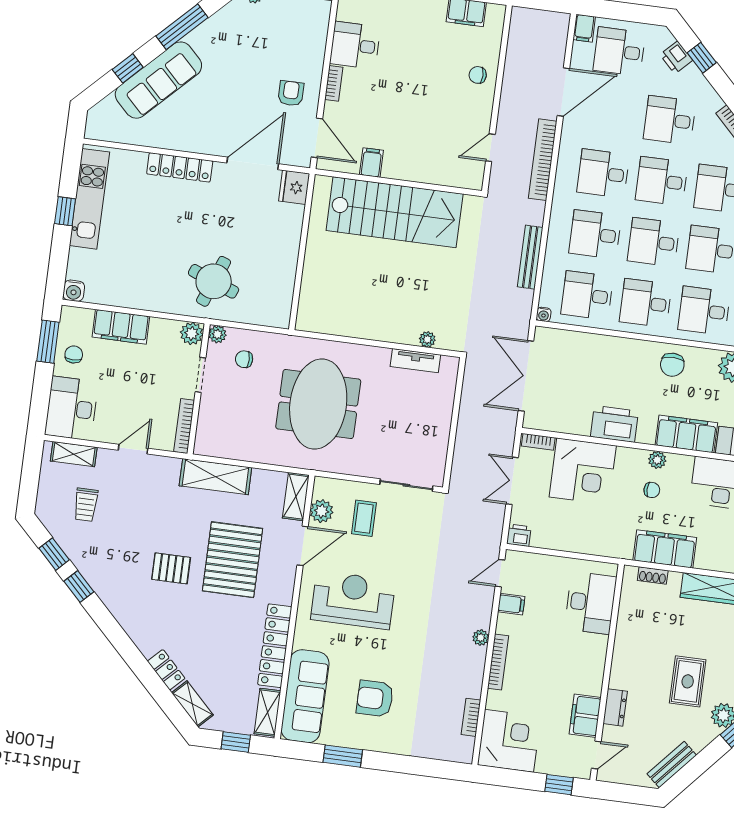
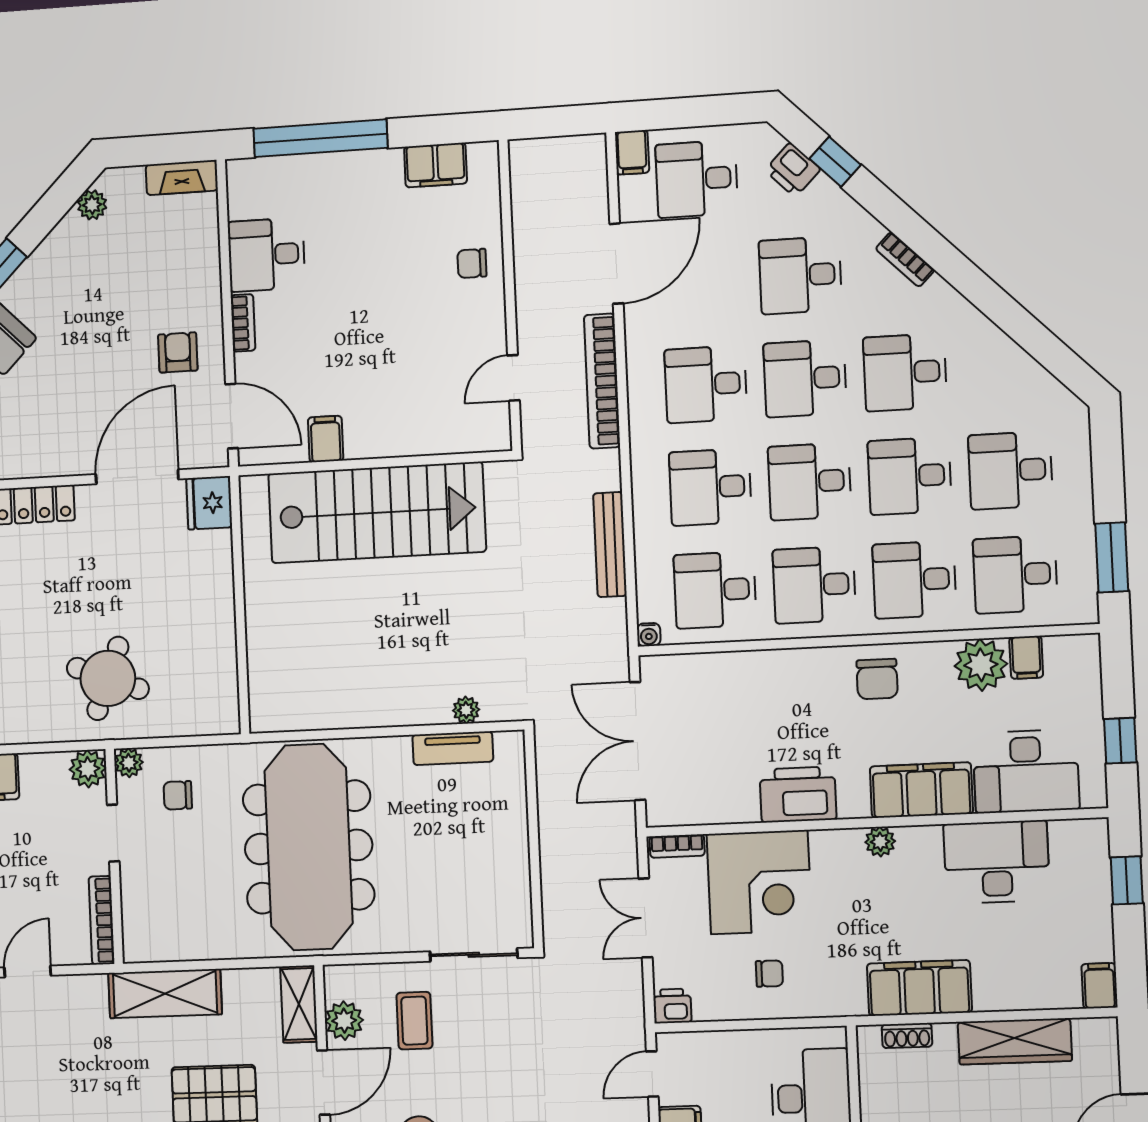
meeting table: (318, 404) -> (309, 847), width x1.36
chair: (652, 490) -> (769, 974), moved

